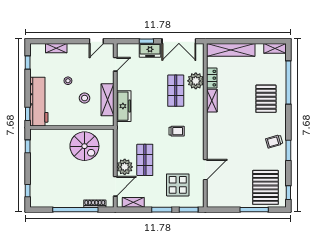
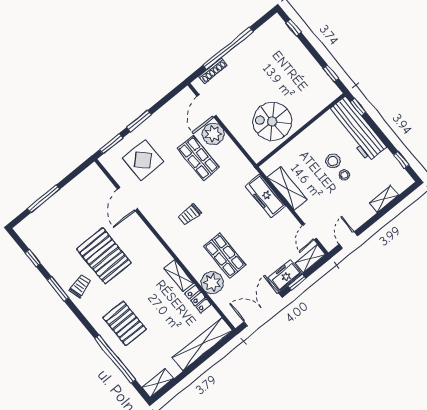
stool: (85, 98) -> (333, 161), moved
pallet: (266, 187) -> (104, 256), moved
window: (288, 193) -> (33, 258), moved
shelving: (133, 202) -> (310, 259), moved

